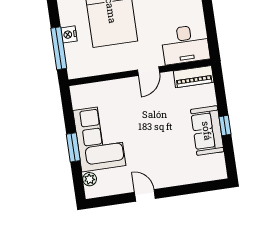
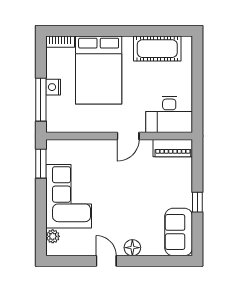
sofa: (207, 131) -> (179, 232), moved
window: (73, 147) -> (41, 164), moved
floor lamp: (168, 179) -> (132, 248), added

